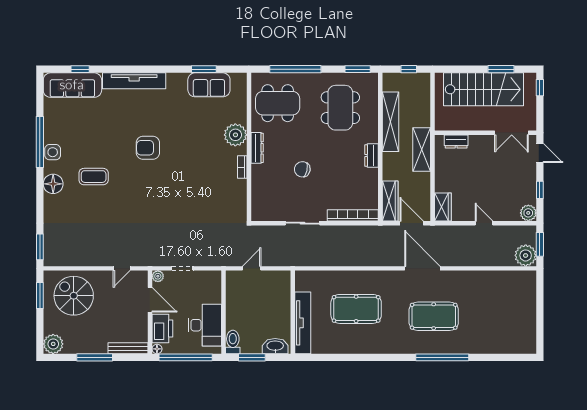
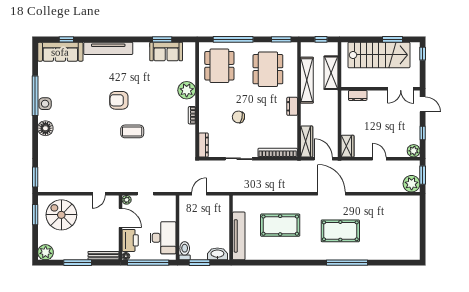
dining table: (278, 103) -> (219, 66), turned 90
dresser: (257, 148) -> (203, 145), moved
shelving: (422, 149) -> (331, 73), moved
coffee table: (94, 177) -> (132, 131), moved

